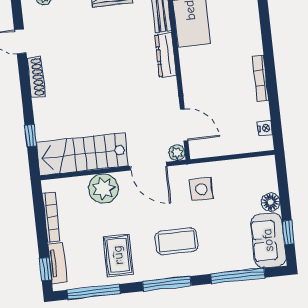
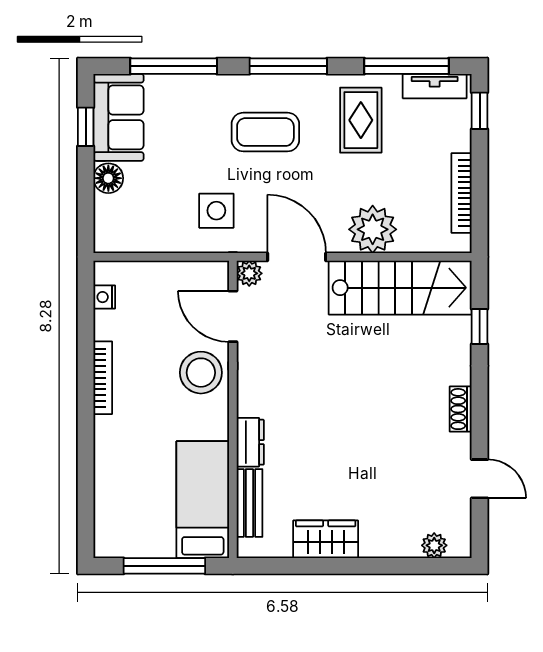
dresser: (165, 55) -> (250, 442), width x0.70
shoe rack: (36, 77) -> (461, 409), width x0.70
stool: (200, 88) -> (201, 373), added
tv unit: (57, 263) -> (435, 86), moved, turned -90

